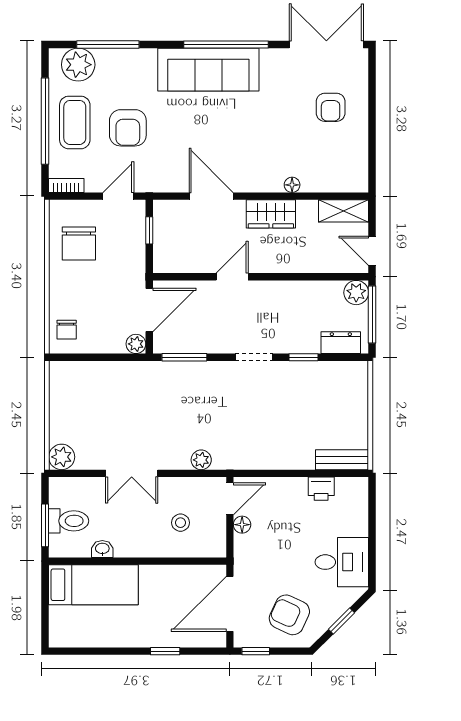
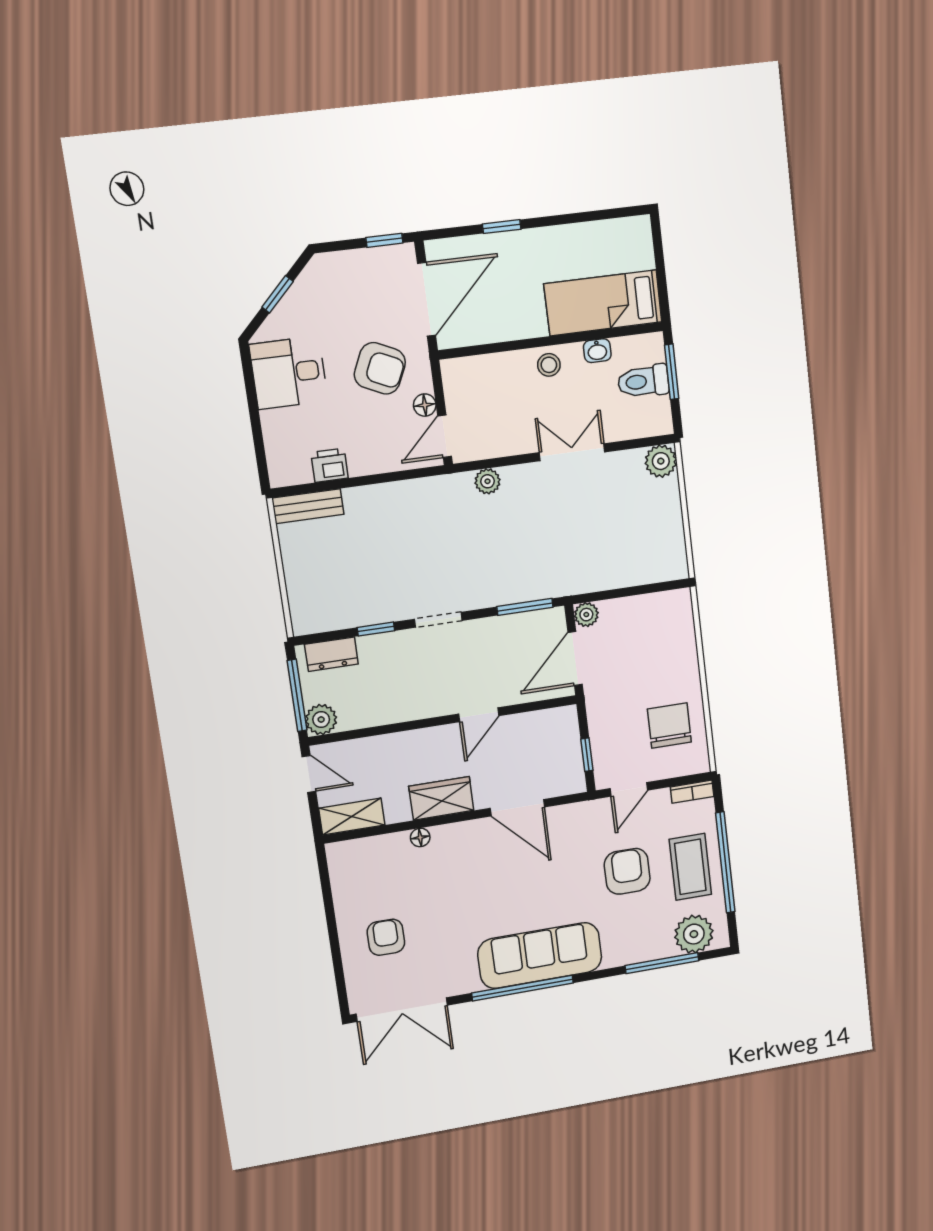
chair: (67, 330) -> (672, 619), removed
stool: (180, 523) -> (549, 365), moved
armchair: (289, 615) -> (380, 368), moved

